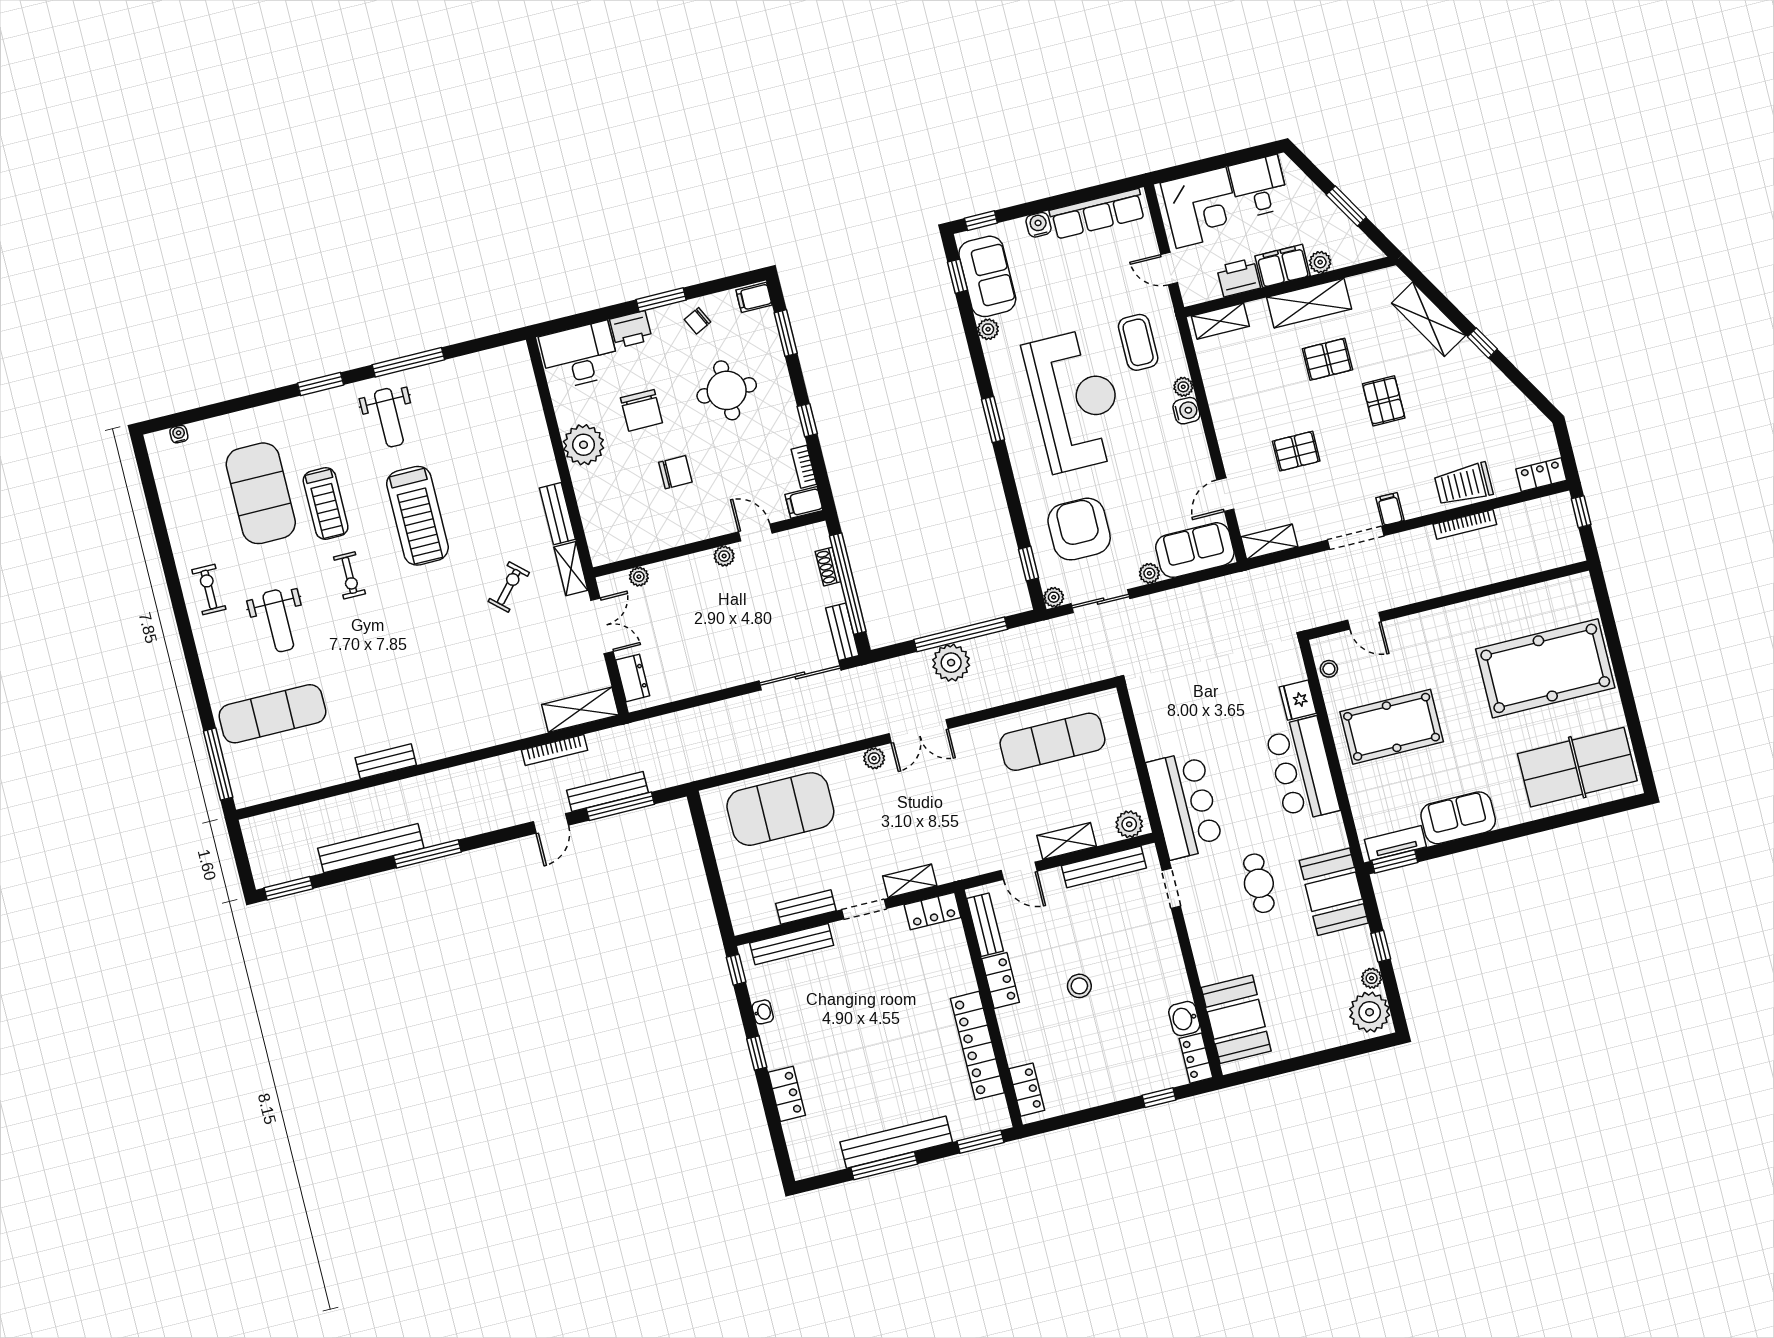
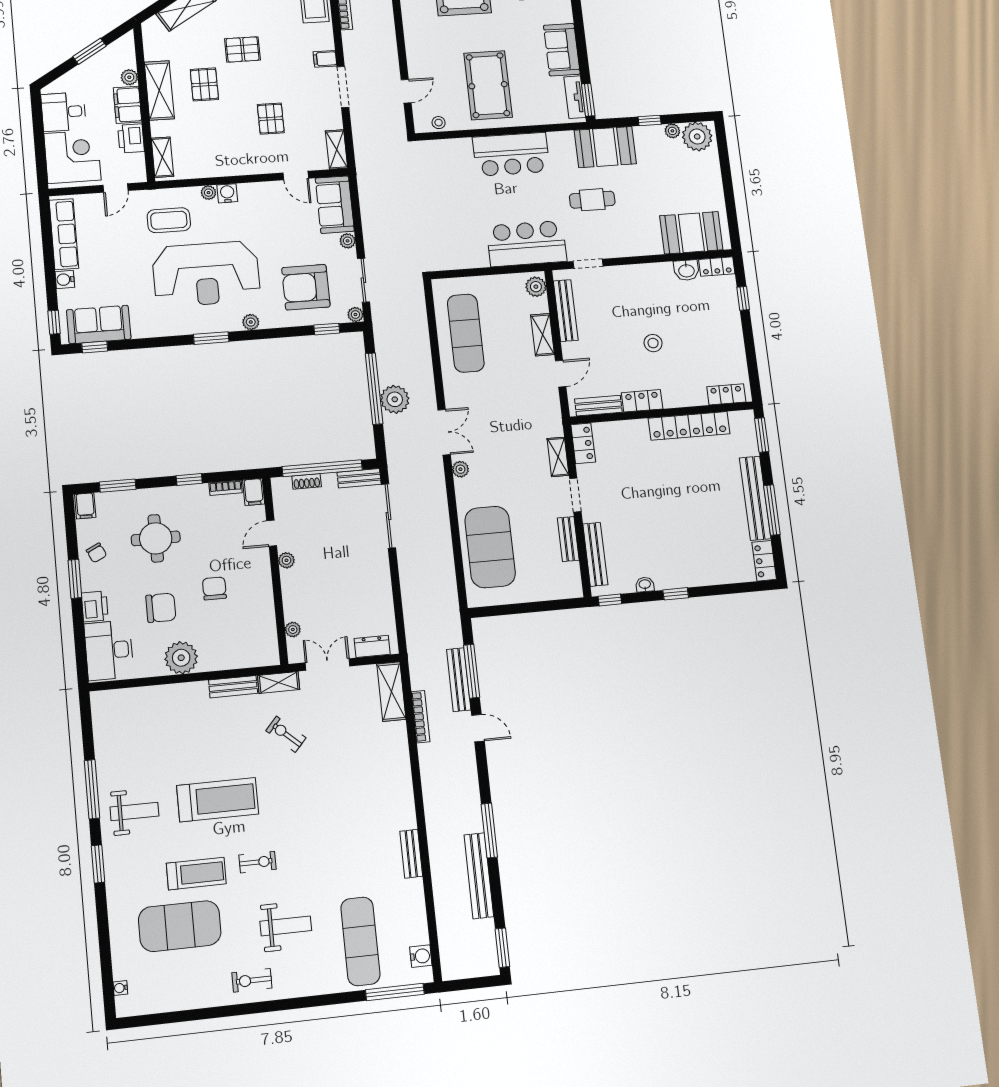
plant: (988, 329) -> (251, 322), moved
reception desk: (1075, 400) -> (206, 274), turned 180
fridge: (1298, 700) -> (459, 149), removed
water cooler: (265, 790) -> (421, 956), added
locker: (787, 1094) -> (764, 561), moved, turned -90

